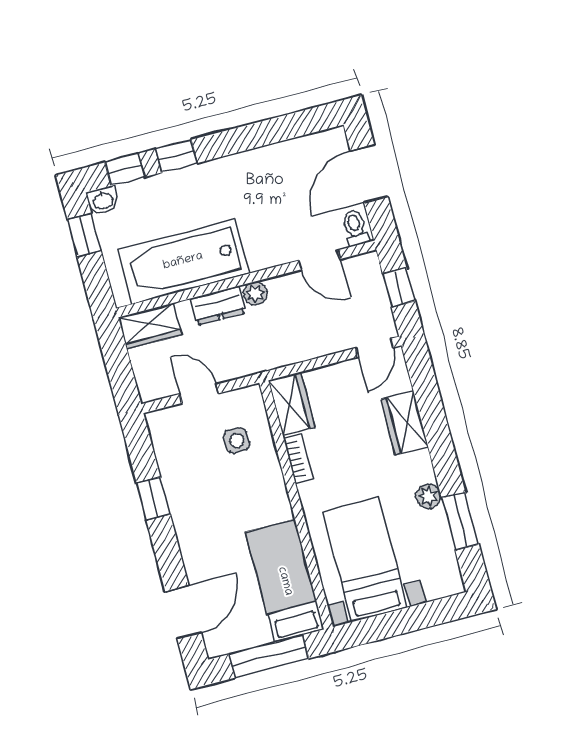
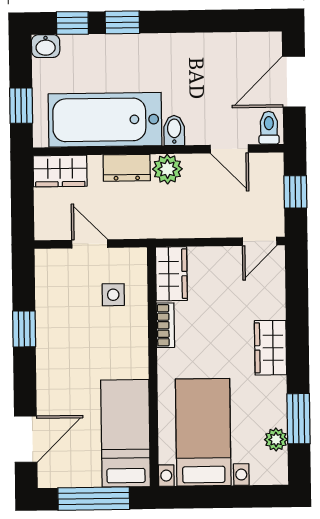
window: (84, 235) -> (21, 106), moved
bidet: (258, 255) -> (174, 130), added
plant: (255, 293) -> (167, 169), width x1.38, depth x1.38
wardrobe: (405, 423) -> (271, 348), moved
plant: (428, 496) -> (276, 439), moved

